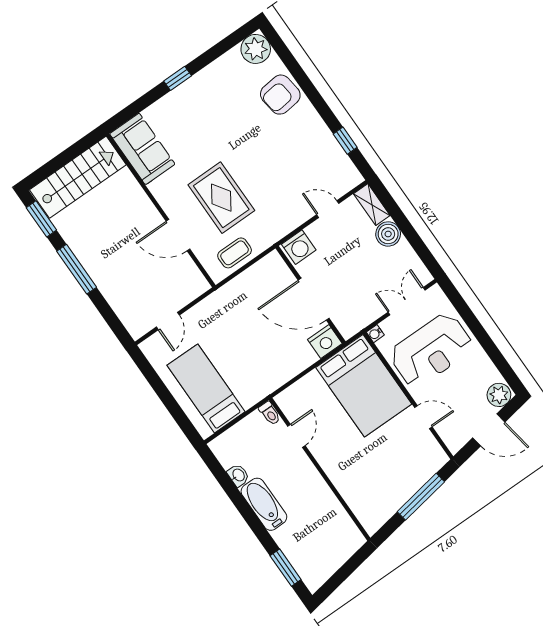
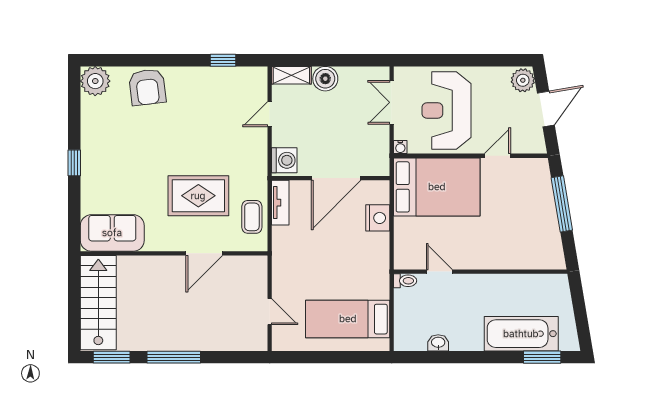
tv unit: (262, 268) -> (280, 203), added
nightstand: (325, 342) -> (378, 218), moved
reception desk: (431, 350) -> (447, 110), turned 180
bathtub: (264, 504) -> (521, 334), moved, width x1.36, depth x1.36

